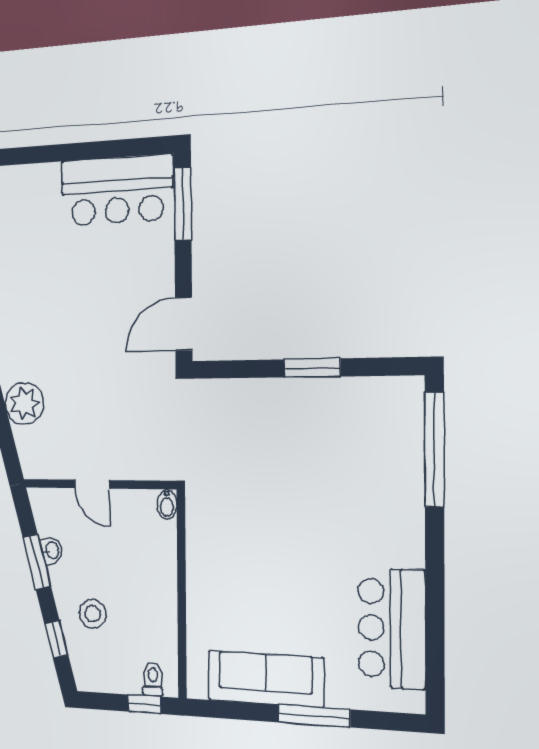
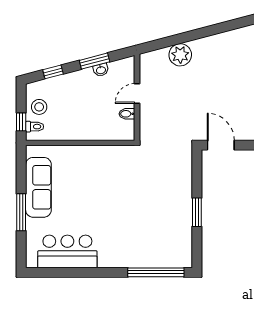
bidet: (167, 504) -> (127, 114), moved
stool: (93, 614) -> (39, 107), moved

